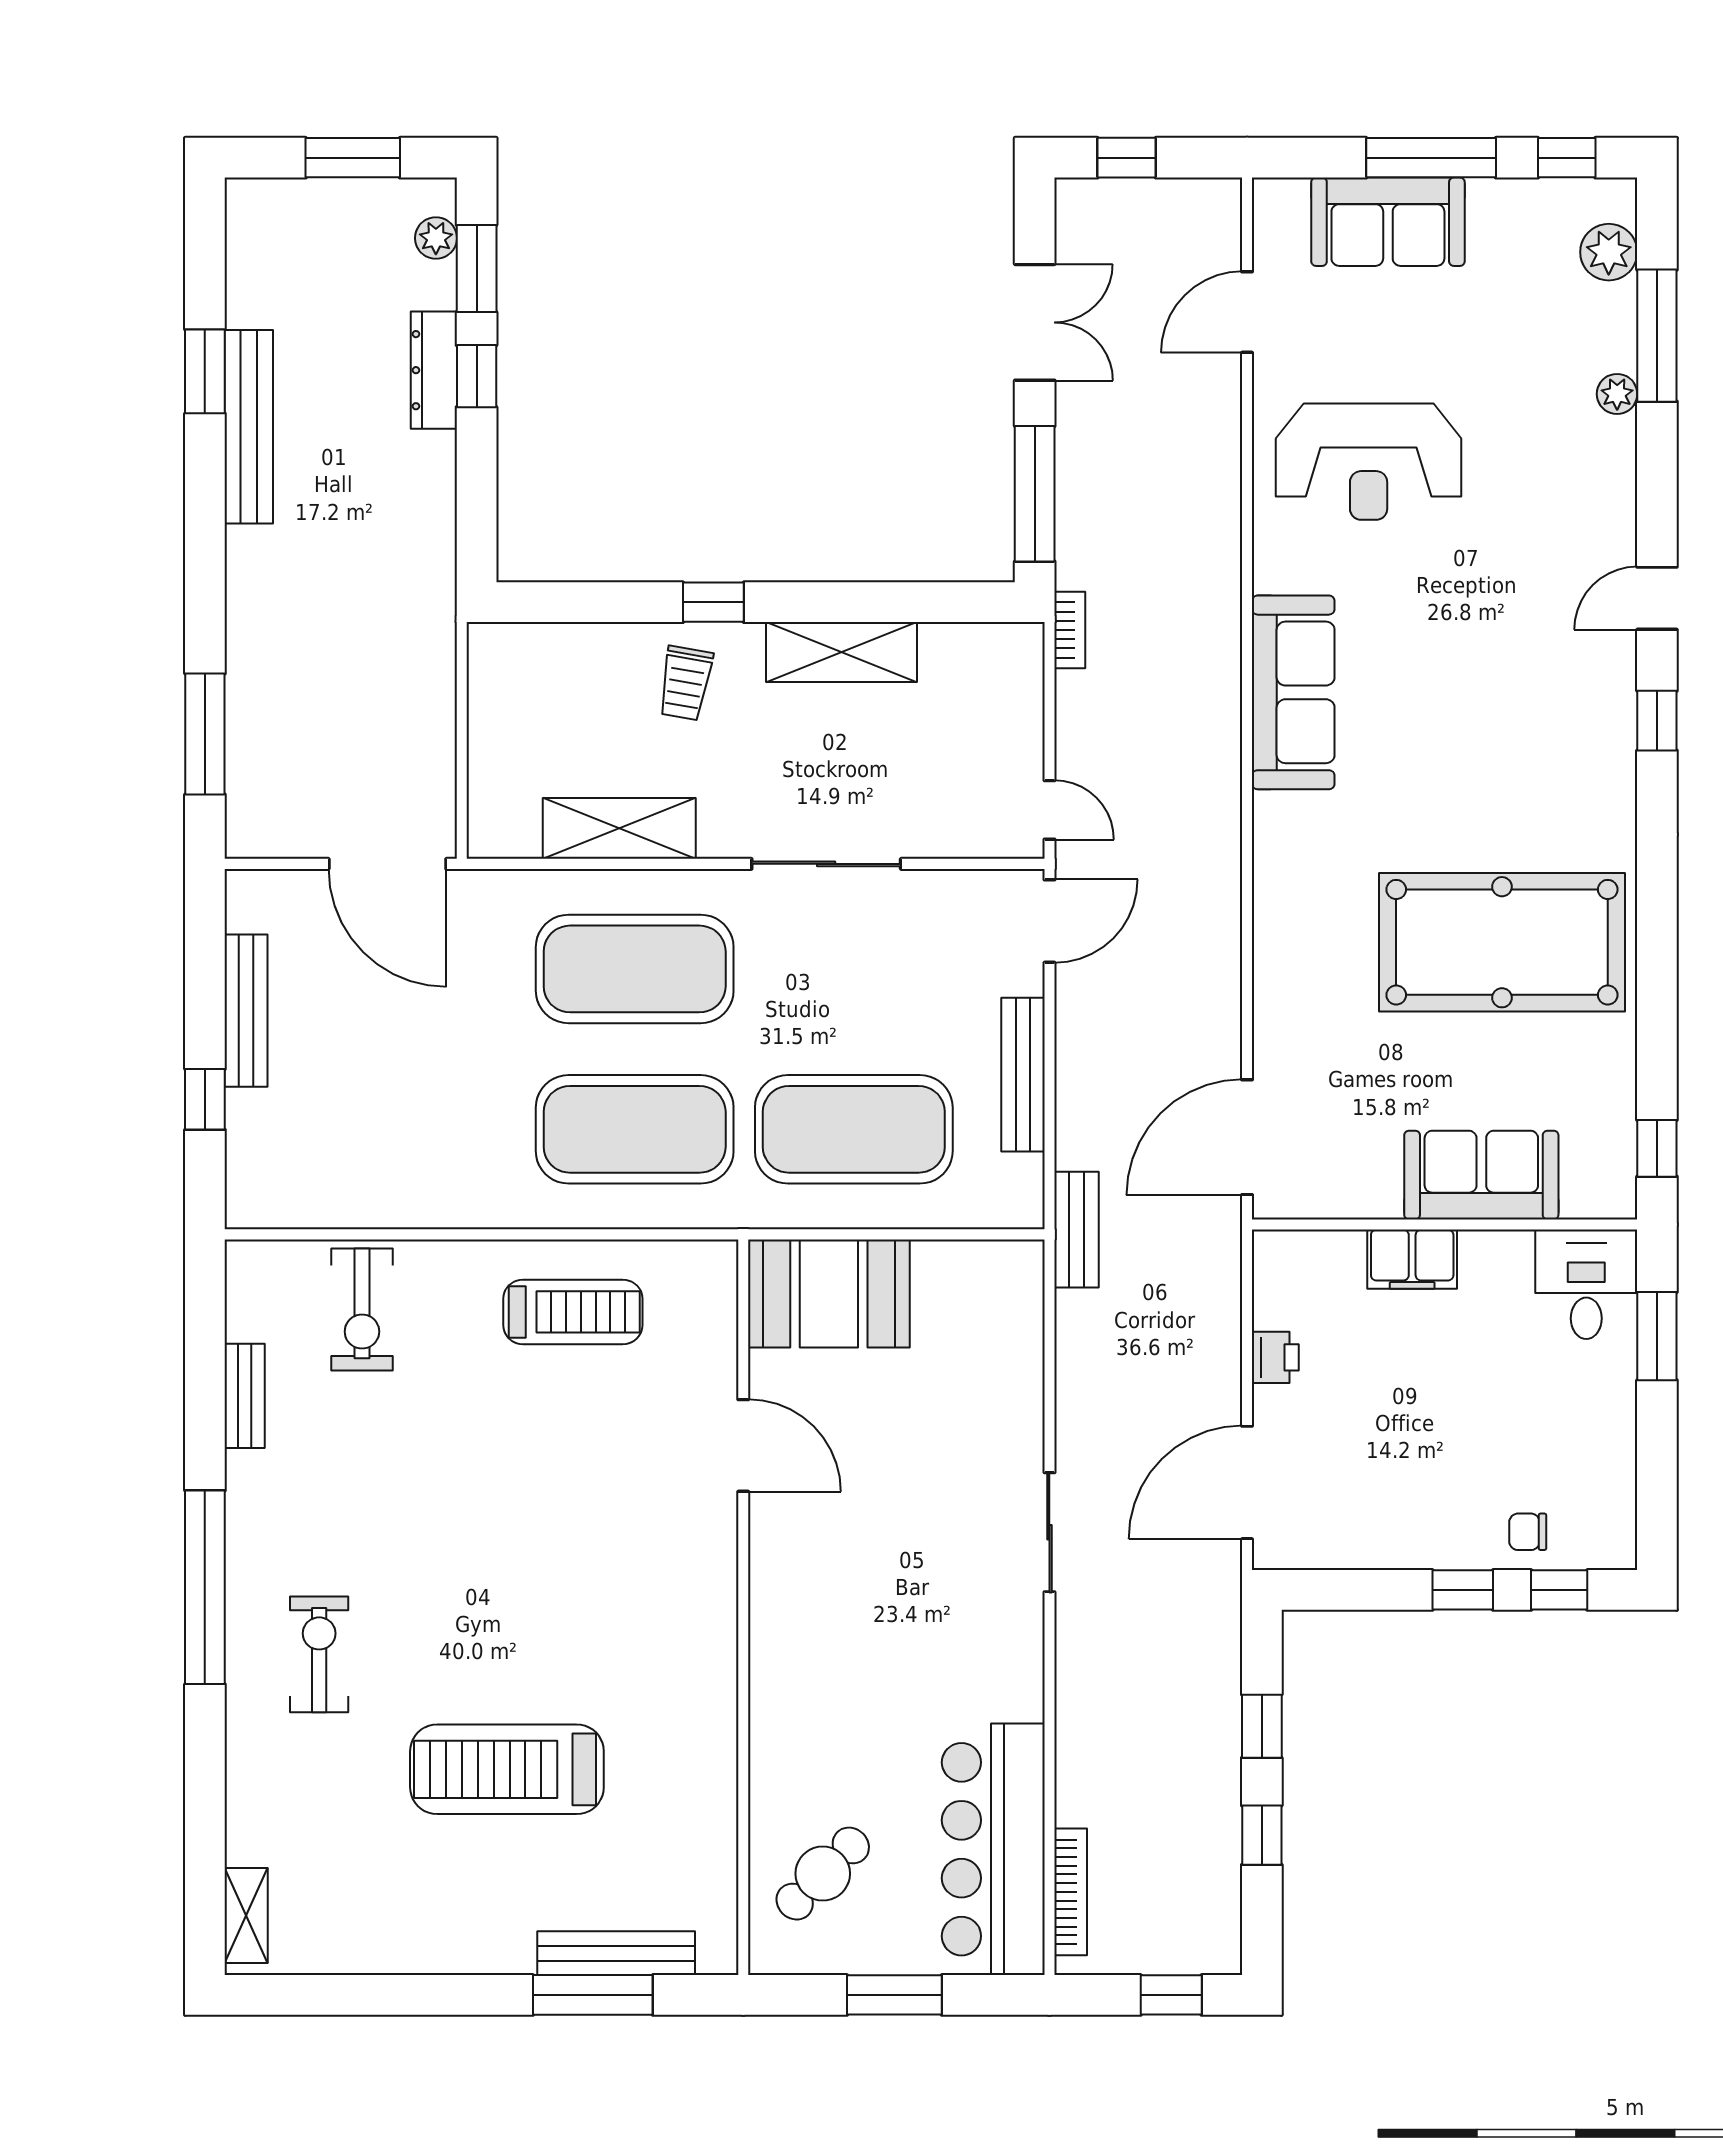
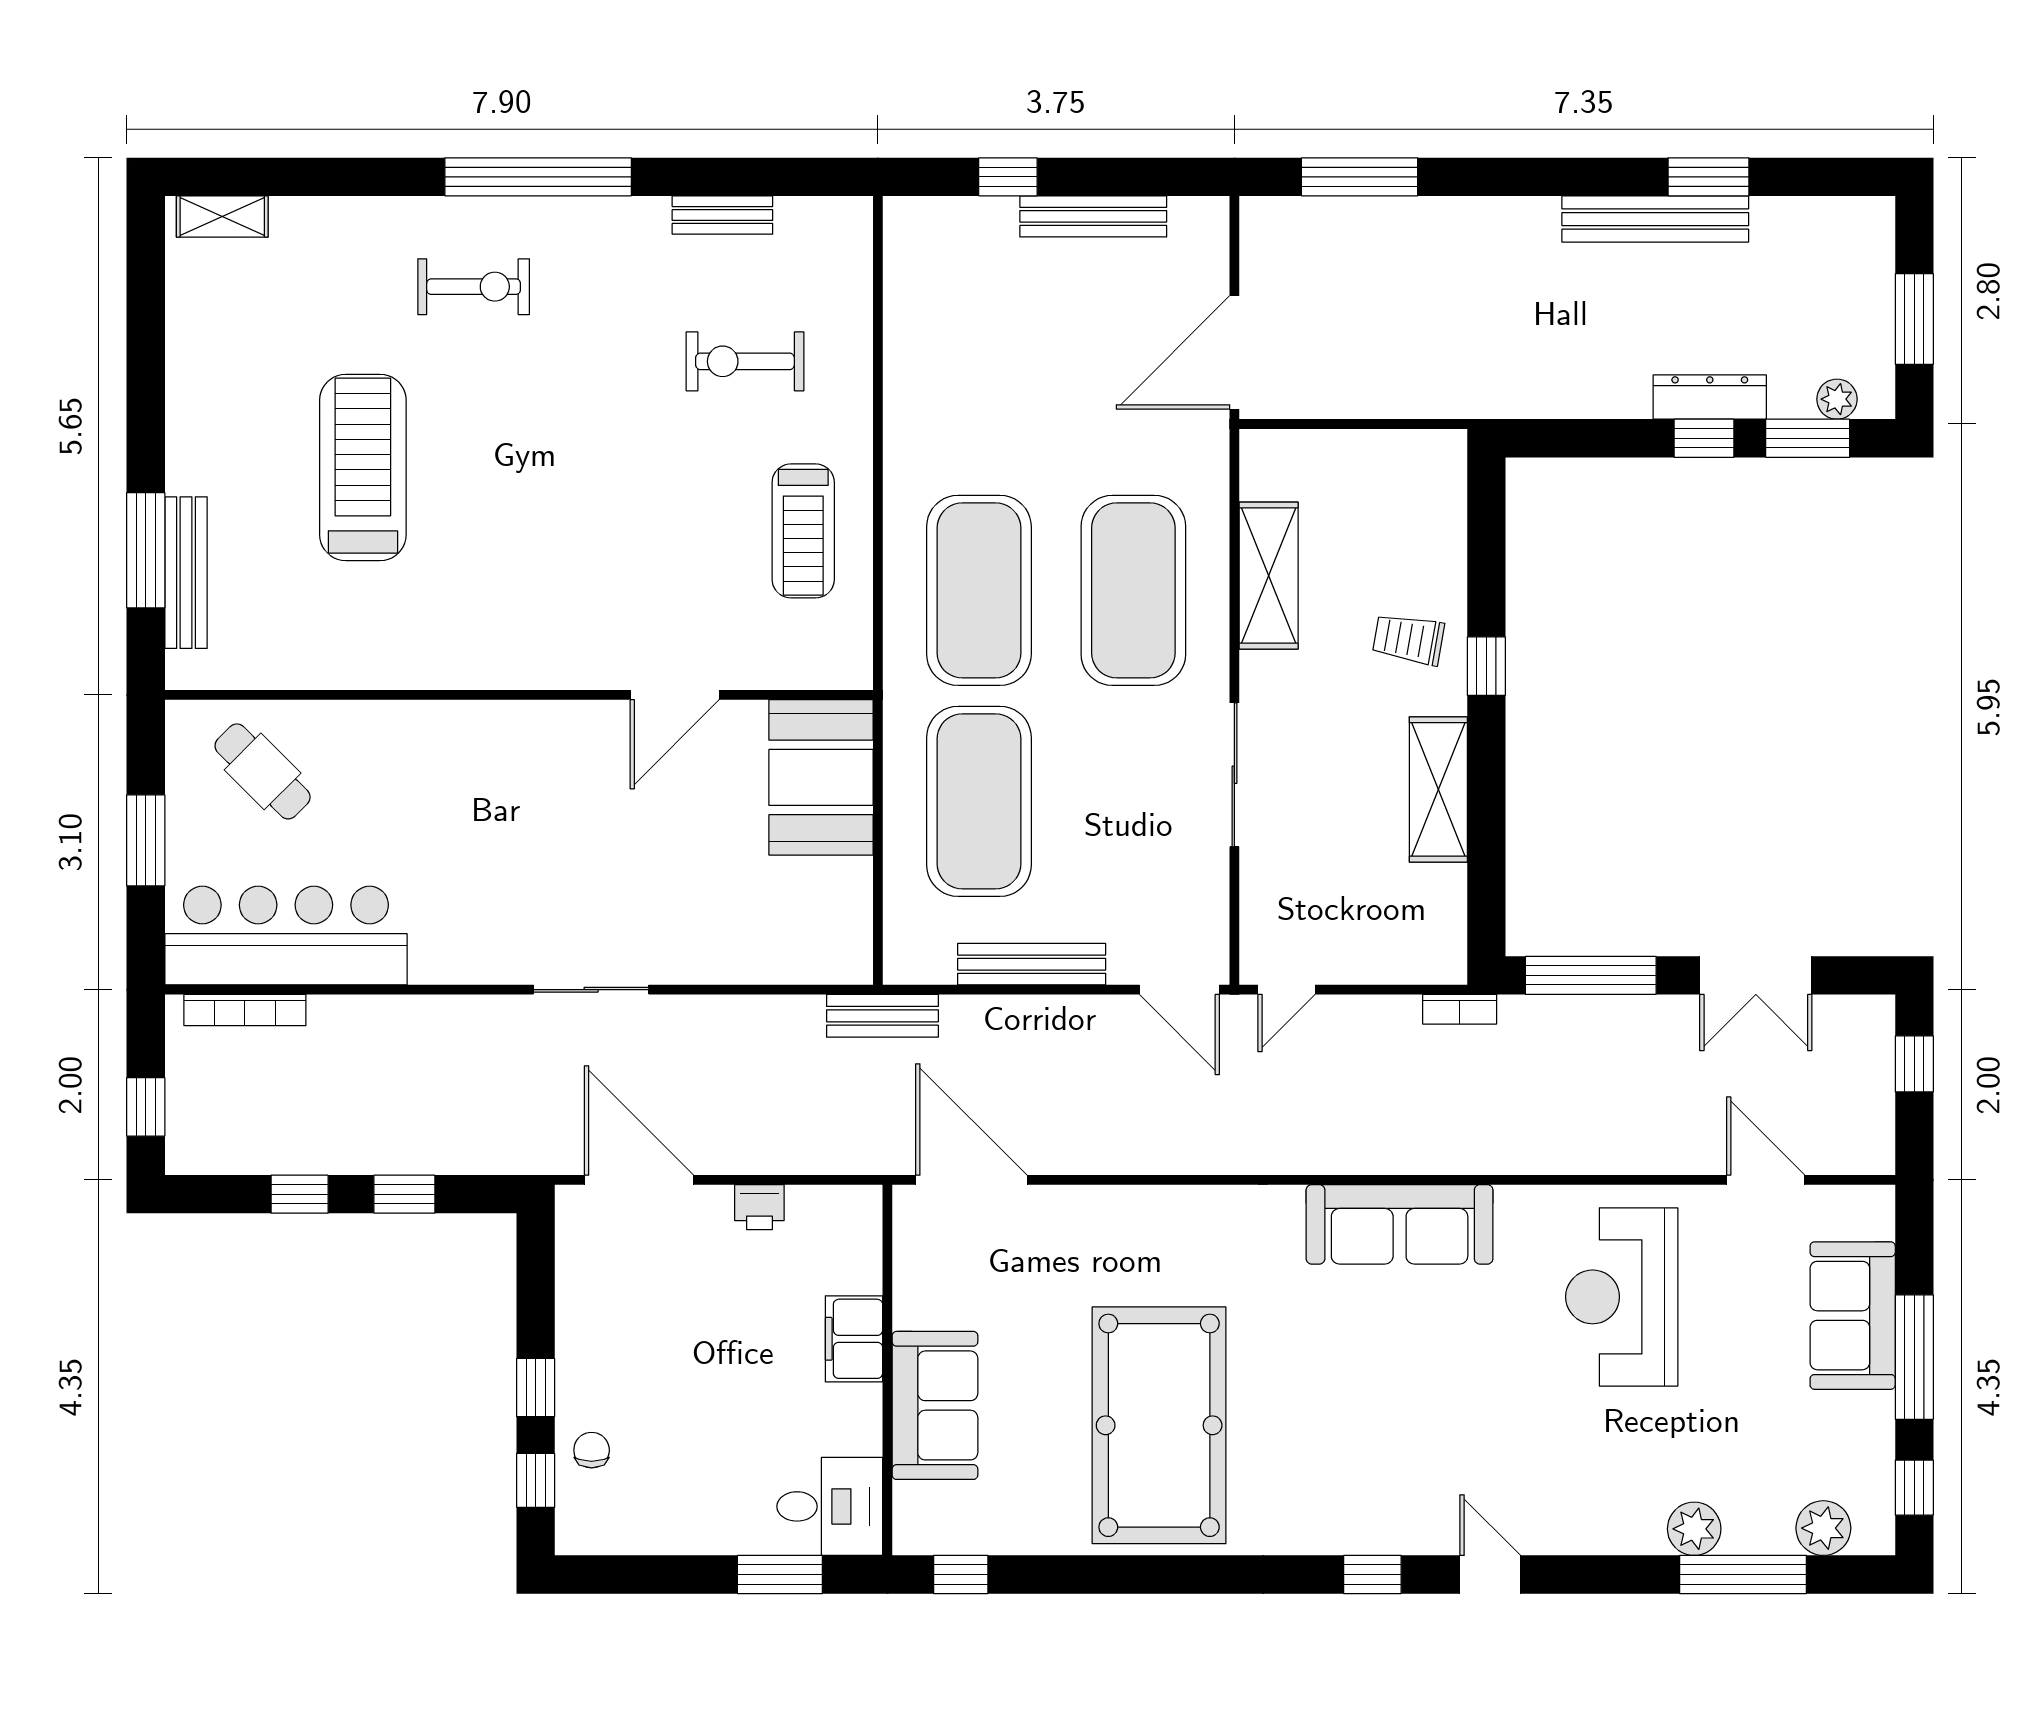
plant: (1617, 394) -> (1694, 1529), width x1.38, depth x1.38
exercise bike: (362, 1310) -> (745, 361), moved

